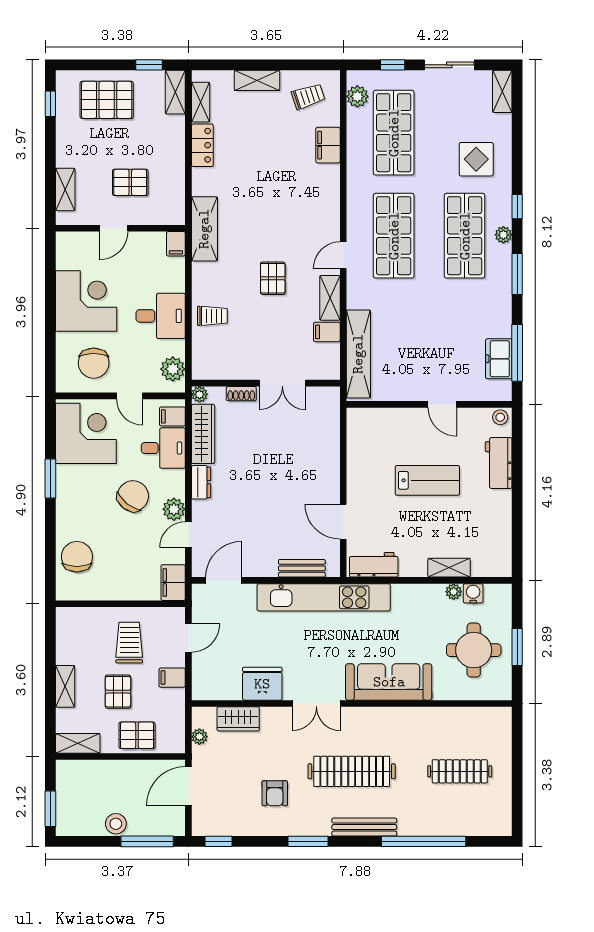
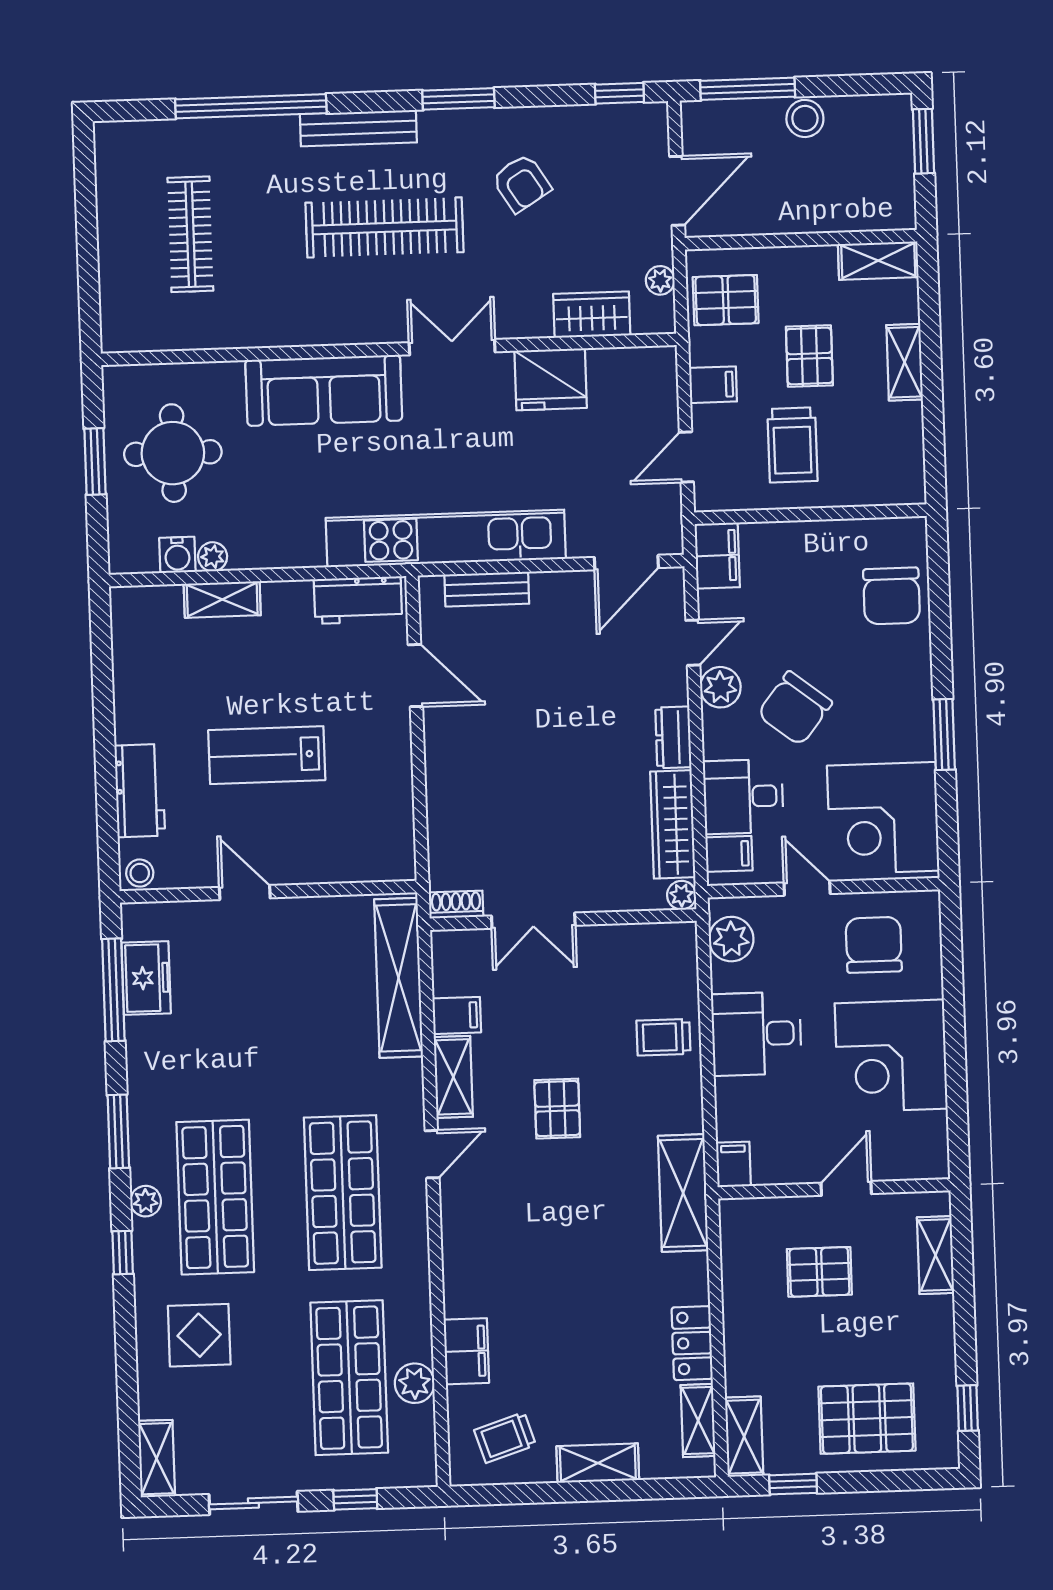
plant: (357, 96) -> (415, 1383), moved
double door: (282, 383) -> (533, 921), swing flipped
shoe rack: (241, 394) -> (456, 905), moved
pallet: (137, 735) -> (726, 300), moved
clothes rail: (460, 771) -> (190, 234), turned 90
armchair: (275, 793) -> (521, 183), turned 148

